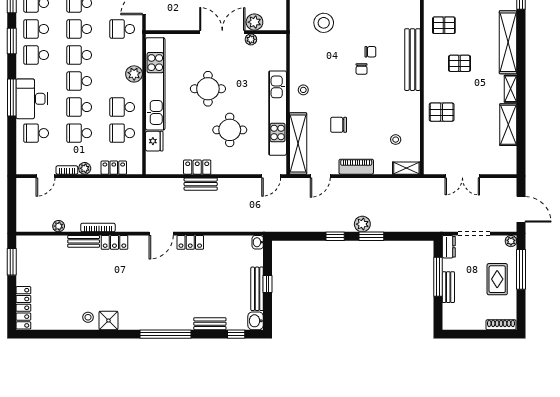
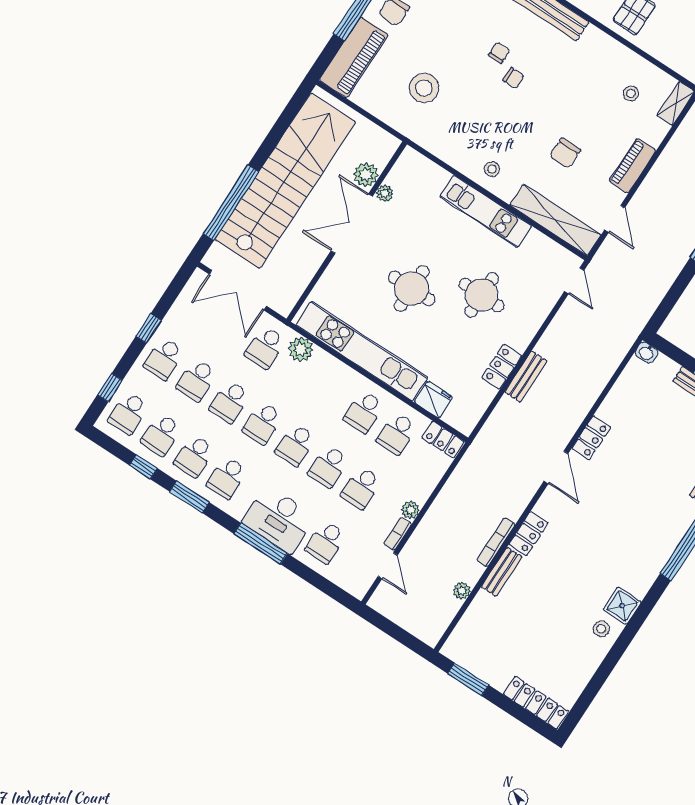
plant: (134, 74) -> (301, 349), moved
kitchen unit: (278, 113) -> (486, 211), width x0.73
locker: (114, 168) -> (443, 440), moved, turned -90

